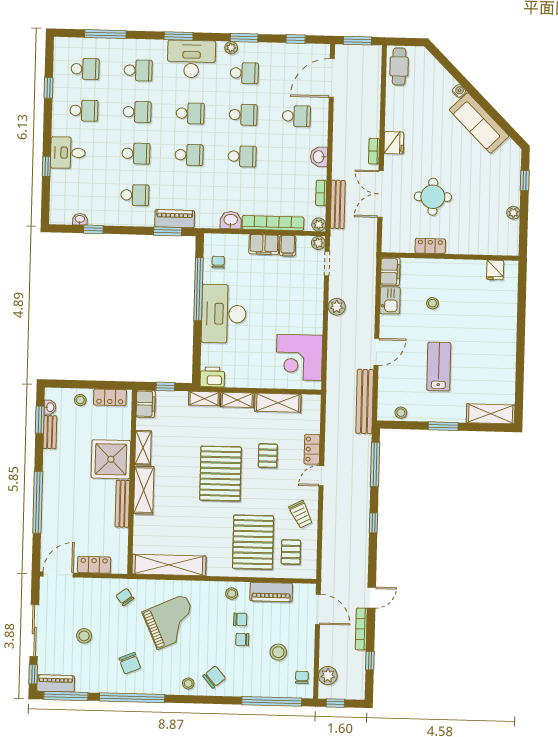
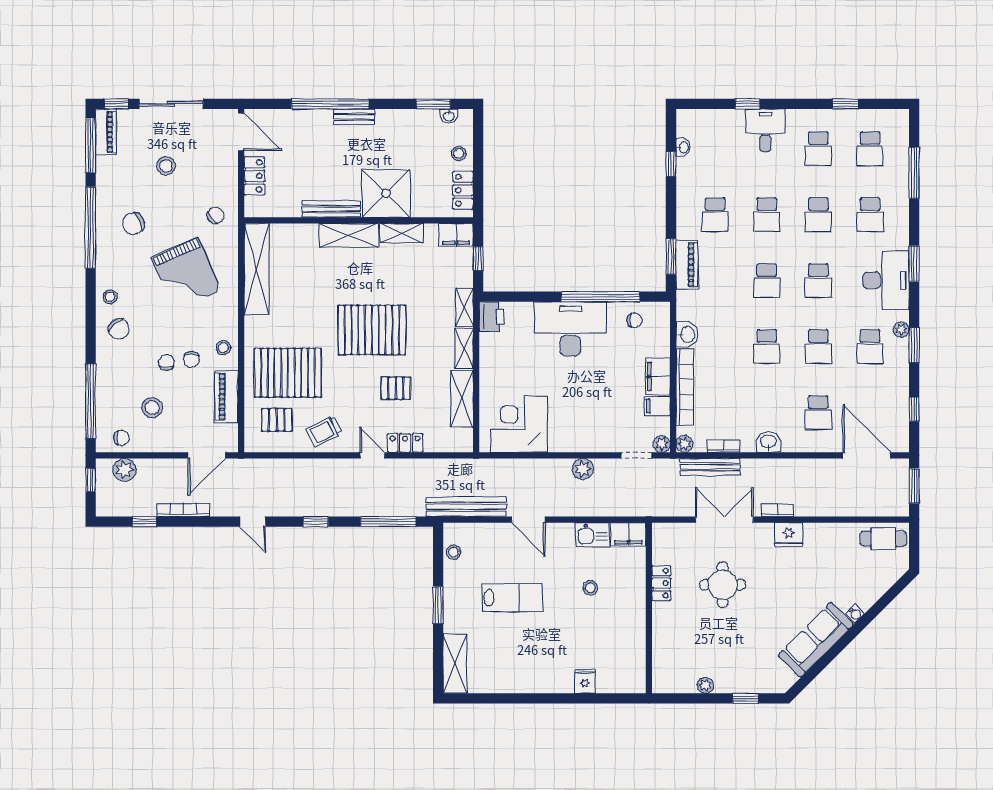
fridge: (495, 270) -> (585, 681), moved, turned 90
bench: (50, 432) -> (354, 117), moved
door: (372, 598) -> (253, 522), moved

